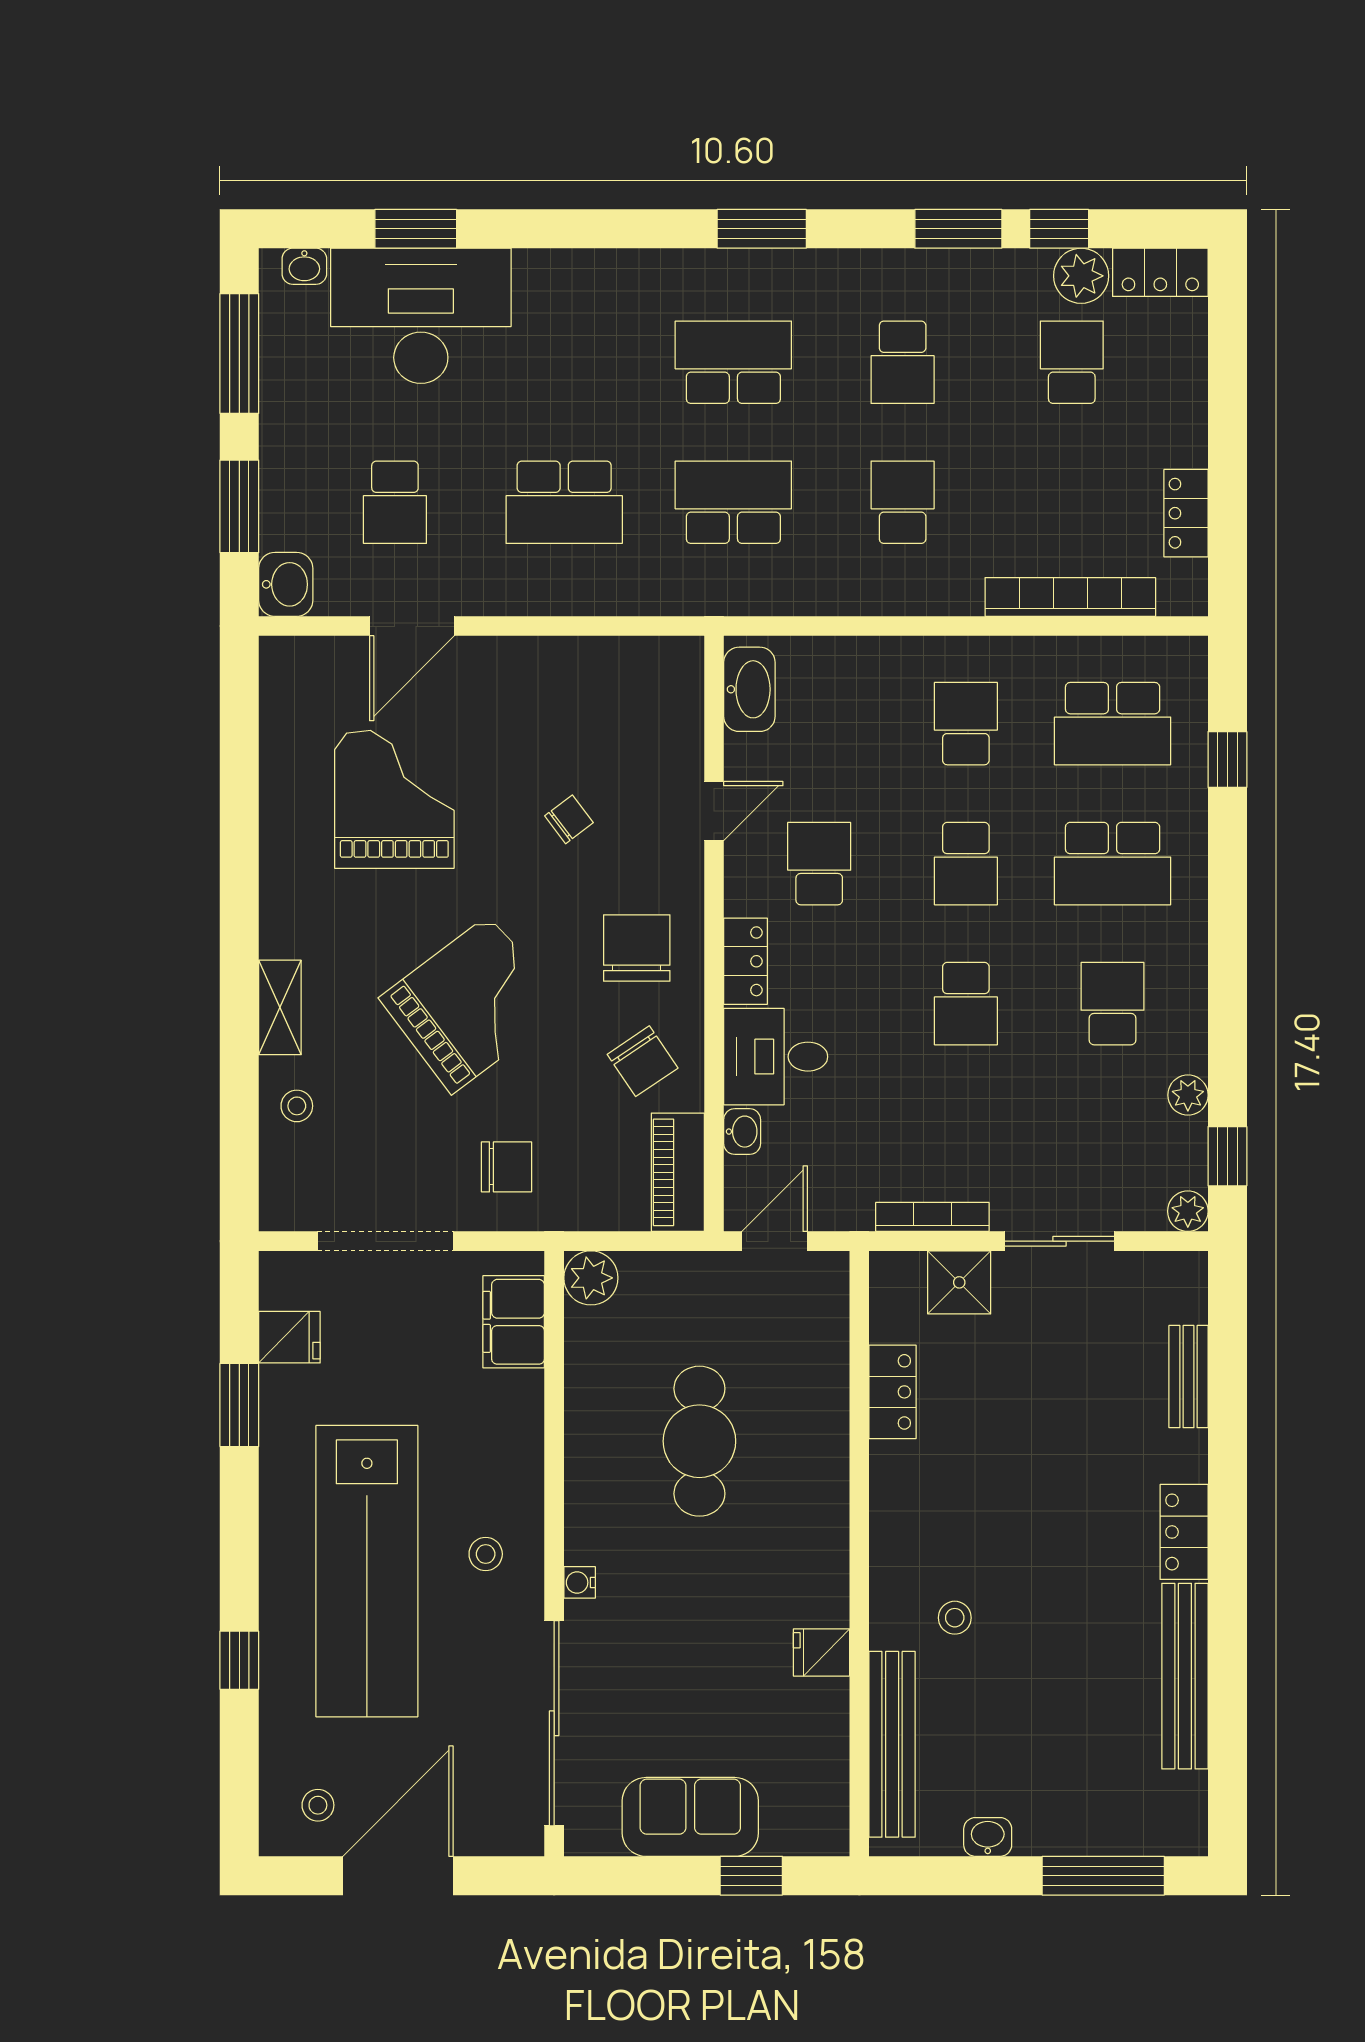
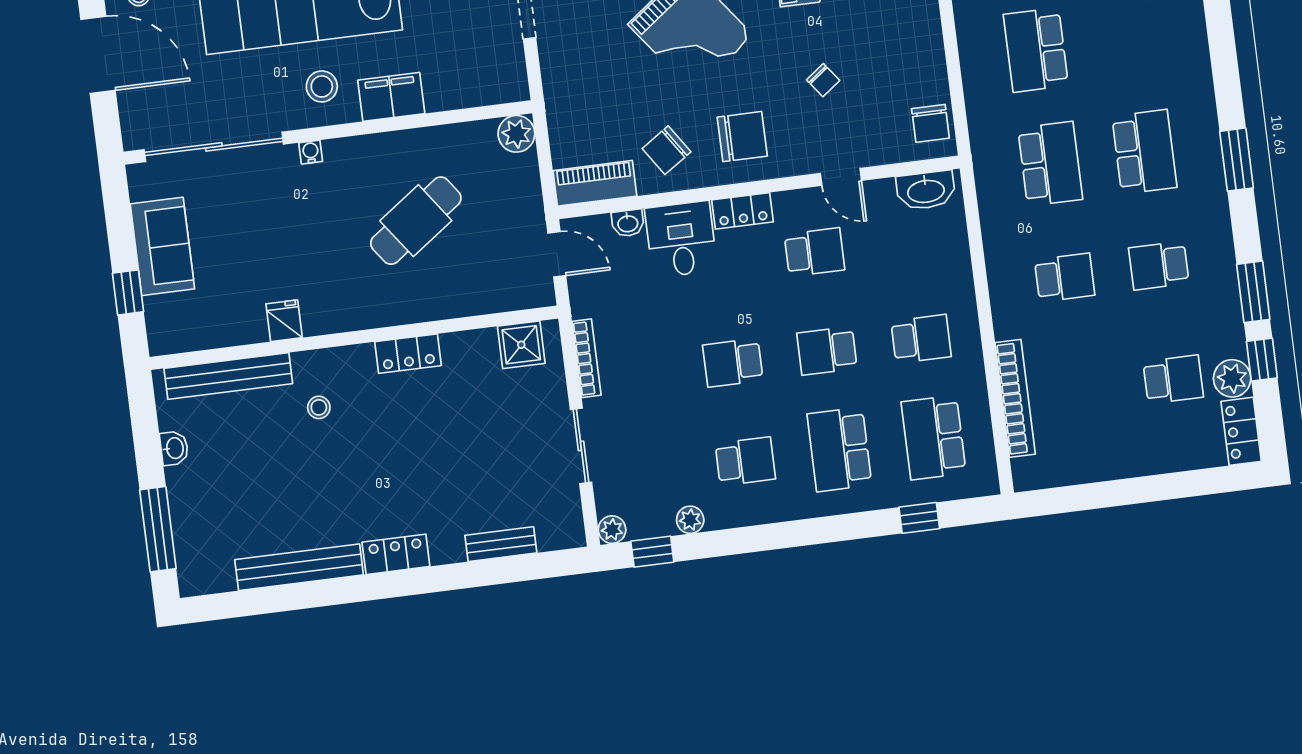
locker: (1186, 513) -> (1081, 469), removed
chair: (506, 1167) -> (930, 123), moved
shower: (959, 1282) -> (521, 345), moved
filing cabinet: (514, 1322) -> (391, 97), moved
locker: (893, 1392) -> (408, 354), moved
cafe table: (699, 1441) -> (416, 221), turned -36
stool: (486, 1554) -> (322, 86), width x1.37, depth x1.37

